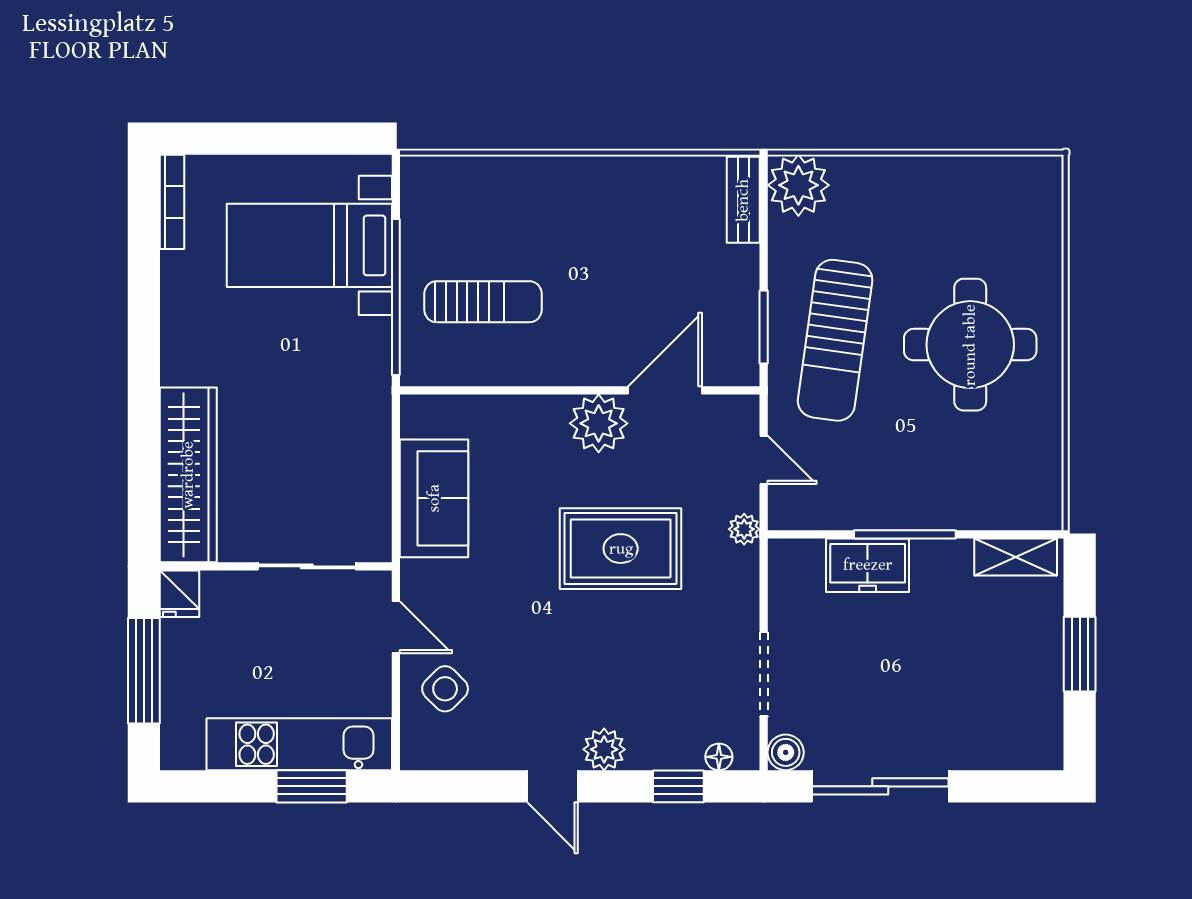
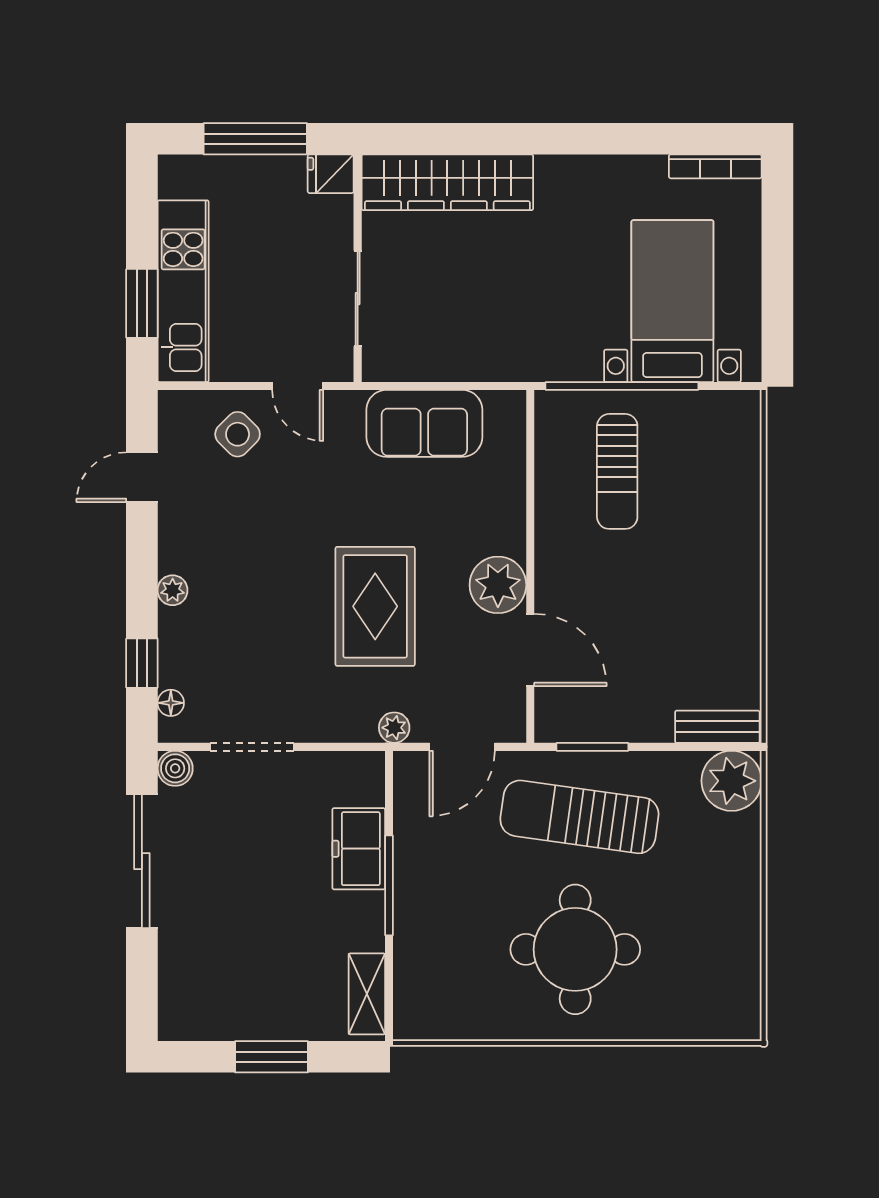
door: (764, 460) -> (462, 747), width x1.38
door: (396, 627) -> (298, 386), hinge flipped
plant: (604, 749) -> (173, 590), width x0.73, depth x0.73
door: (553, 786) -> (142, 477), moved

